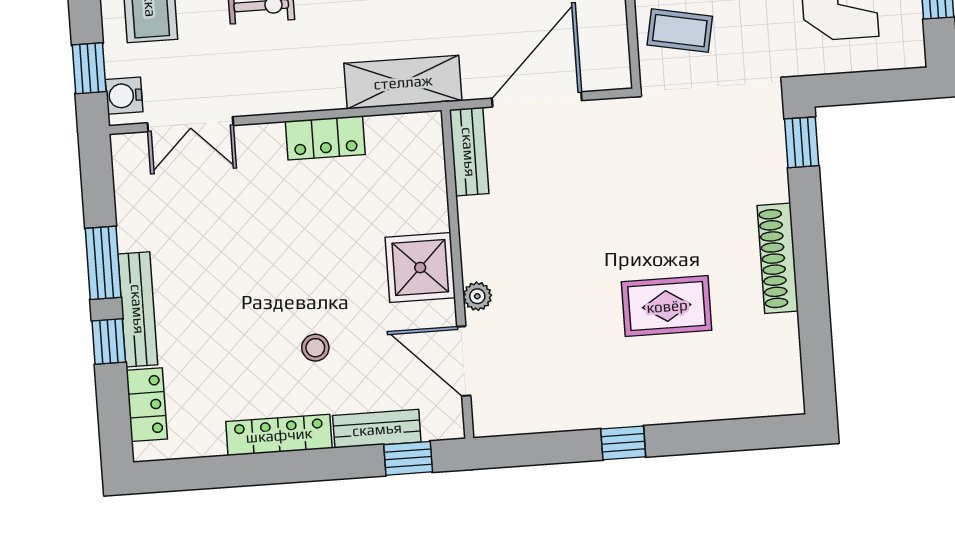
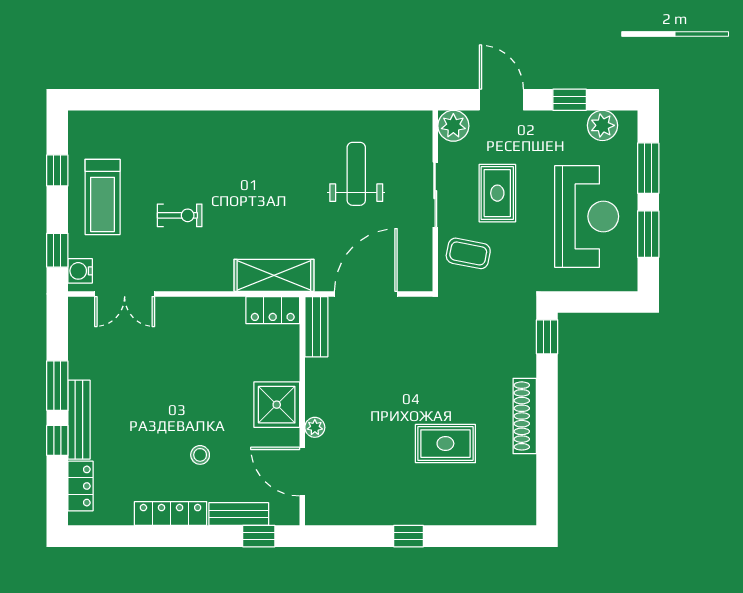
locker: (325, 138) -> (273, 310), moved

